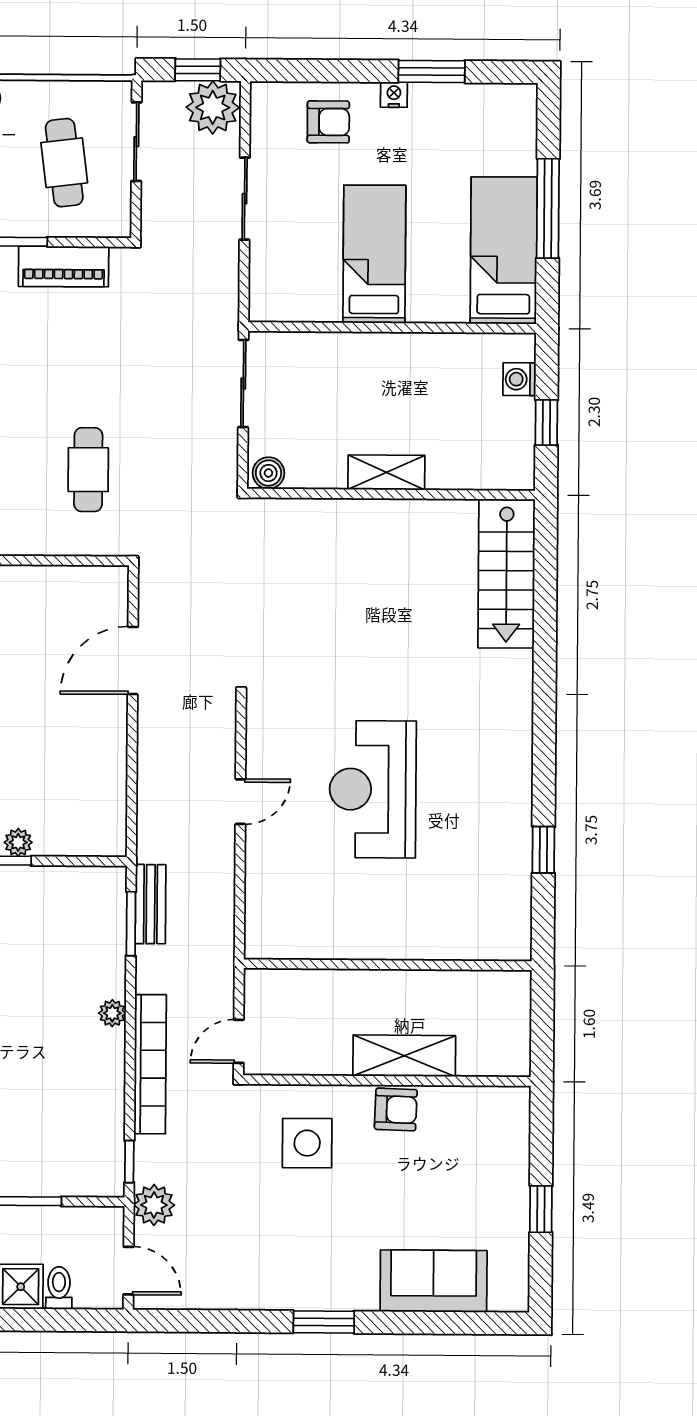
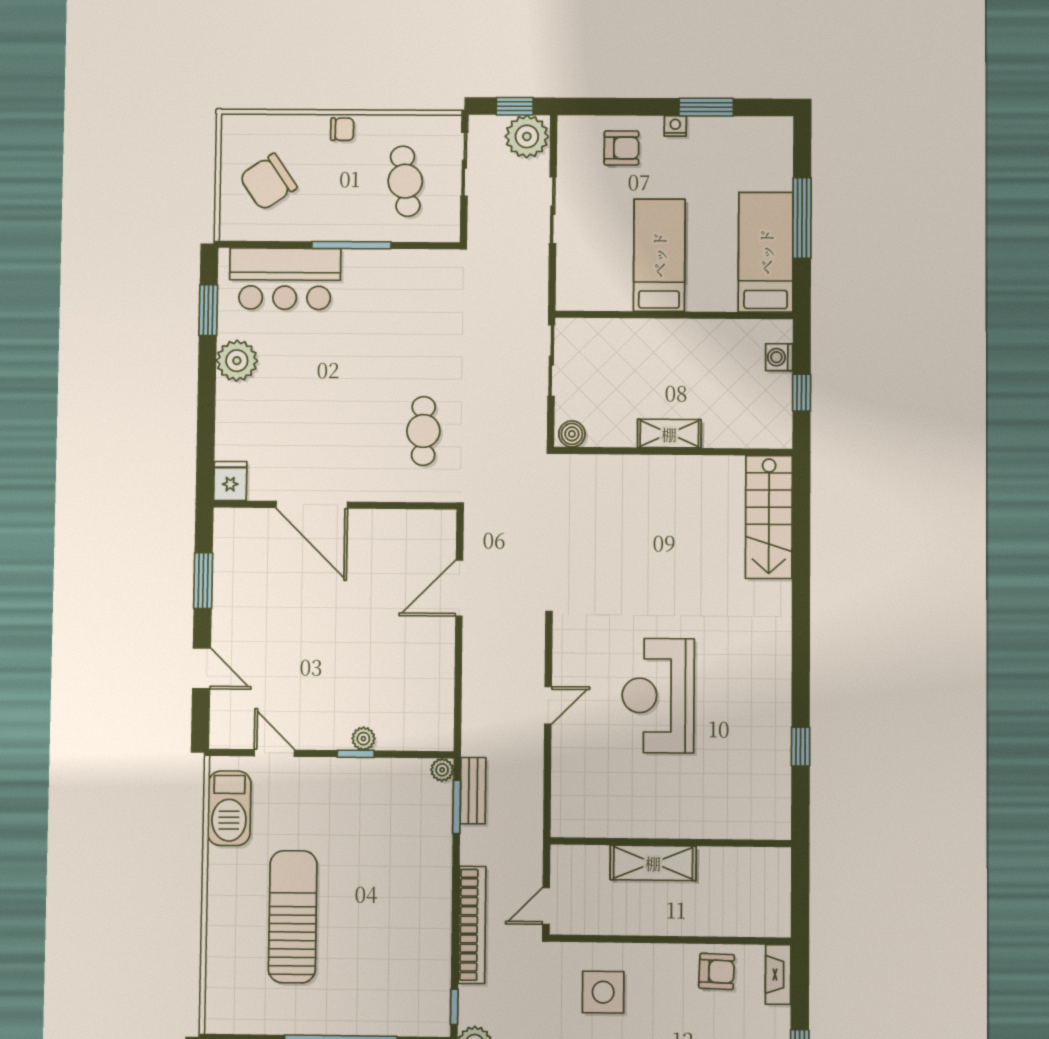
piano: (64, 266) -> (404, 265), removed
plant: (112, 1013) -> (442, 770), moved
shelving: (404, 1056) -> (653, 863), moved
armchair: (396, 1109) -> (717, 971), moved
fireplace: (516, 1121) -> (778, 975), added

